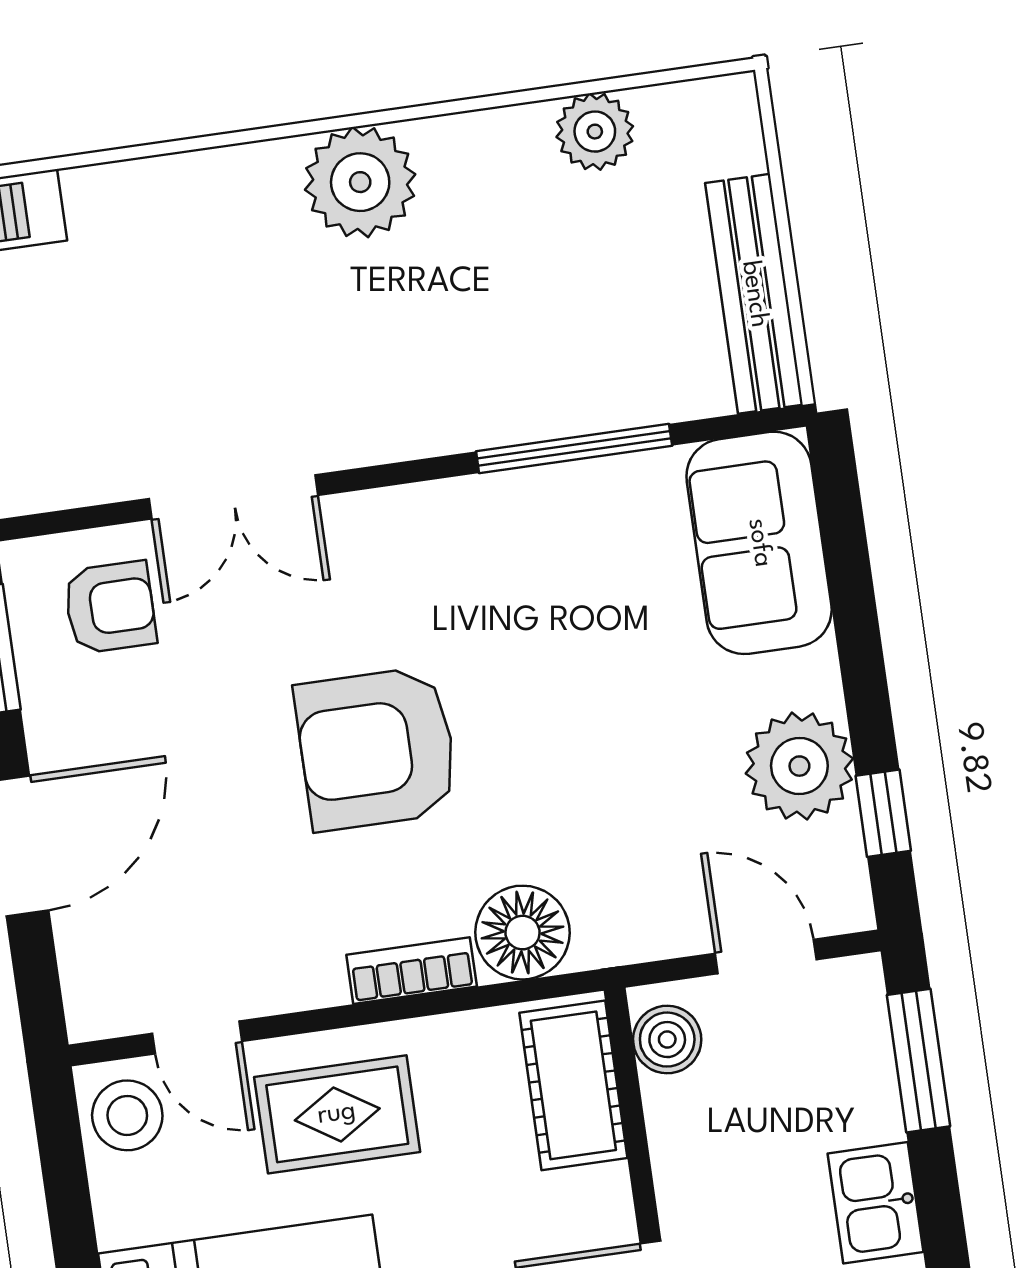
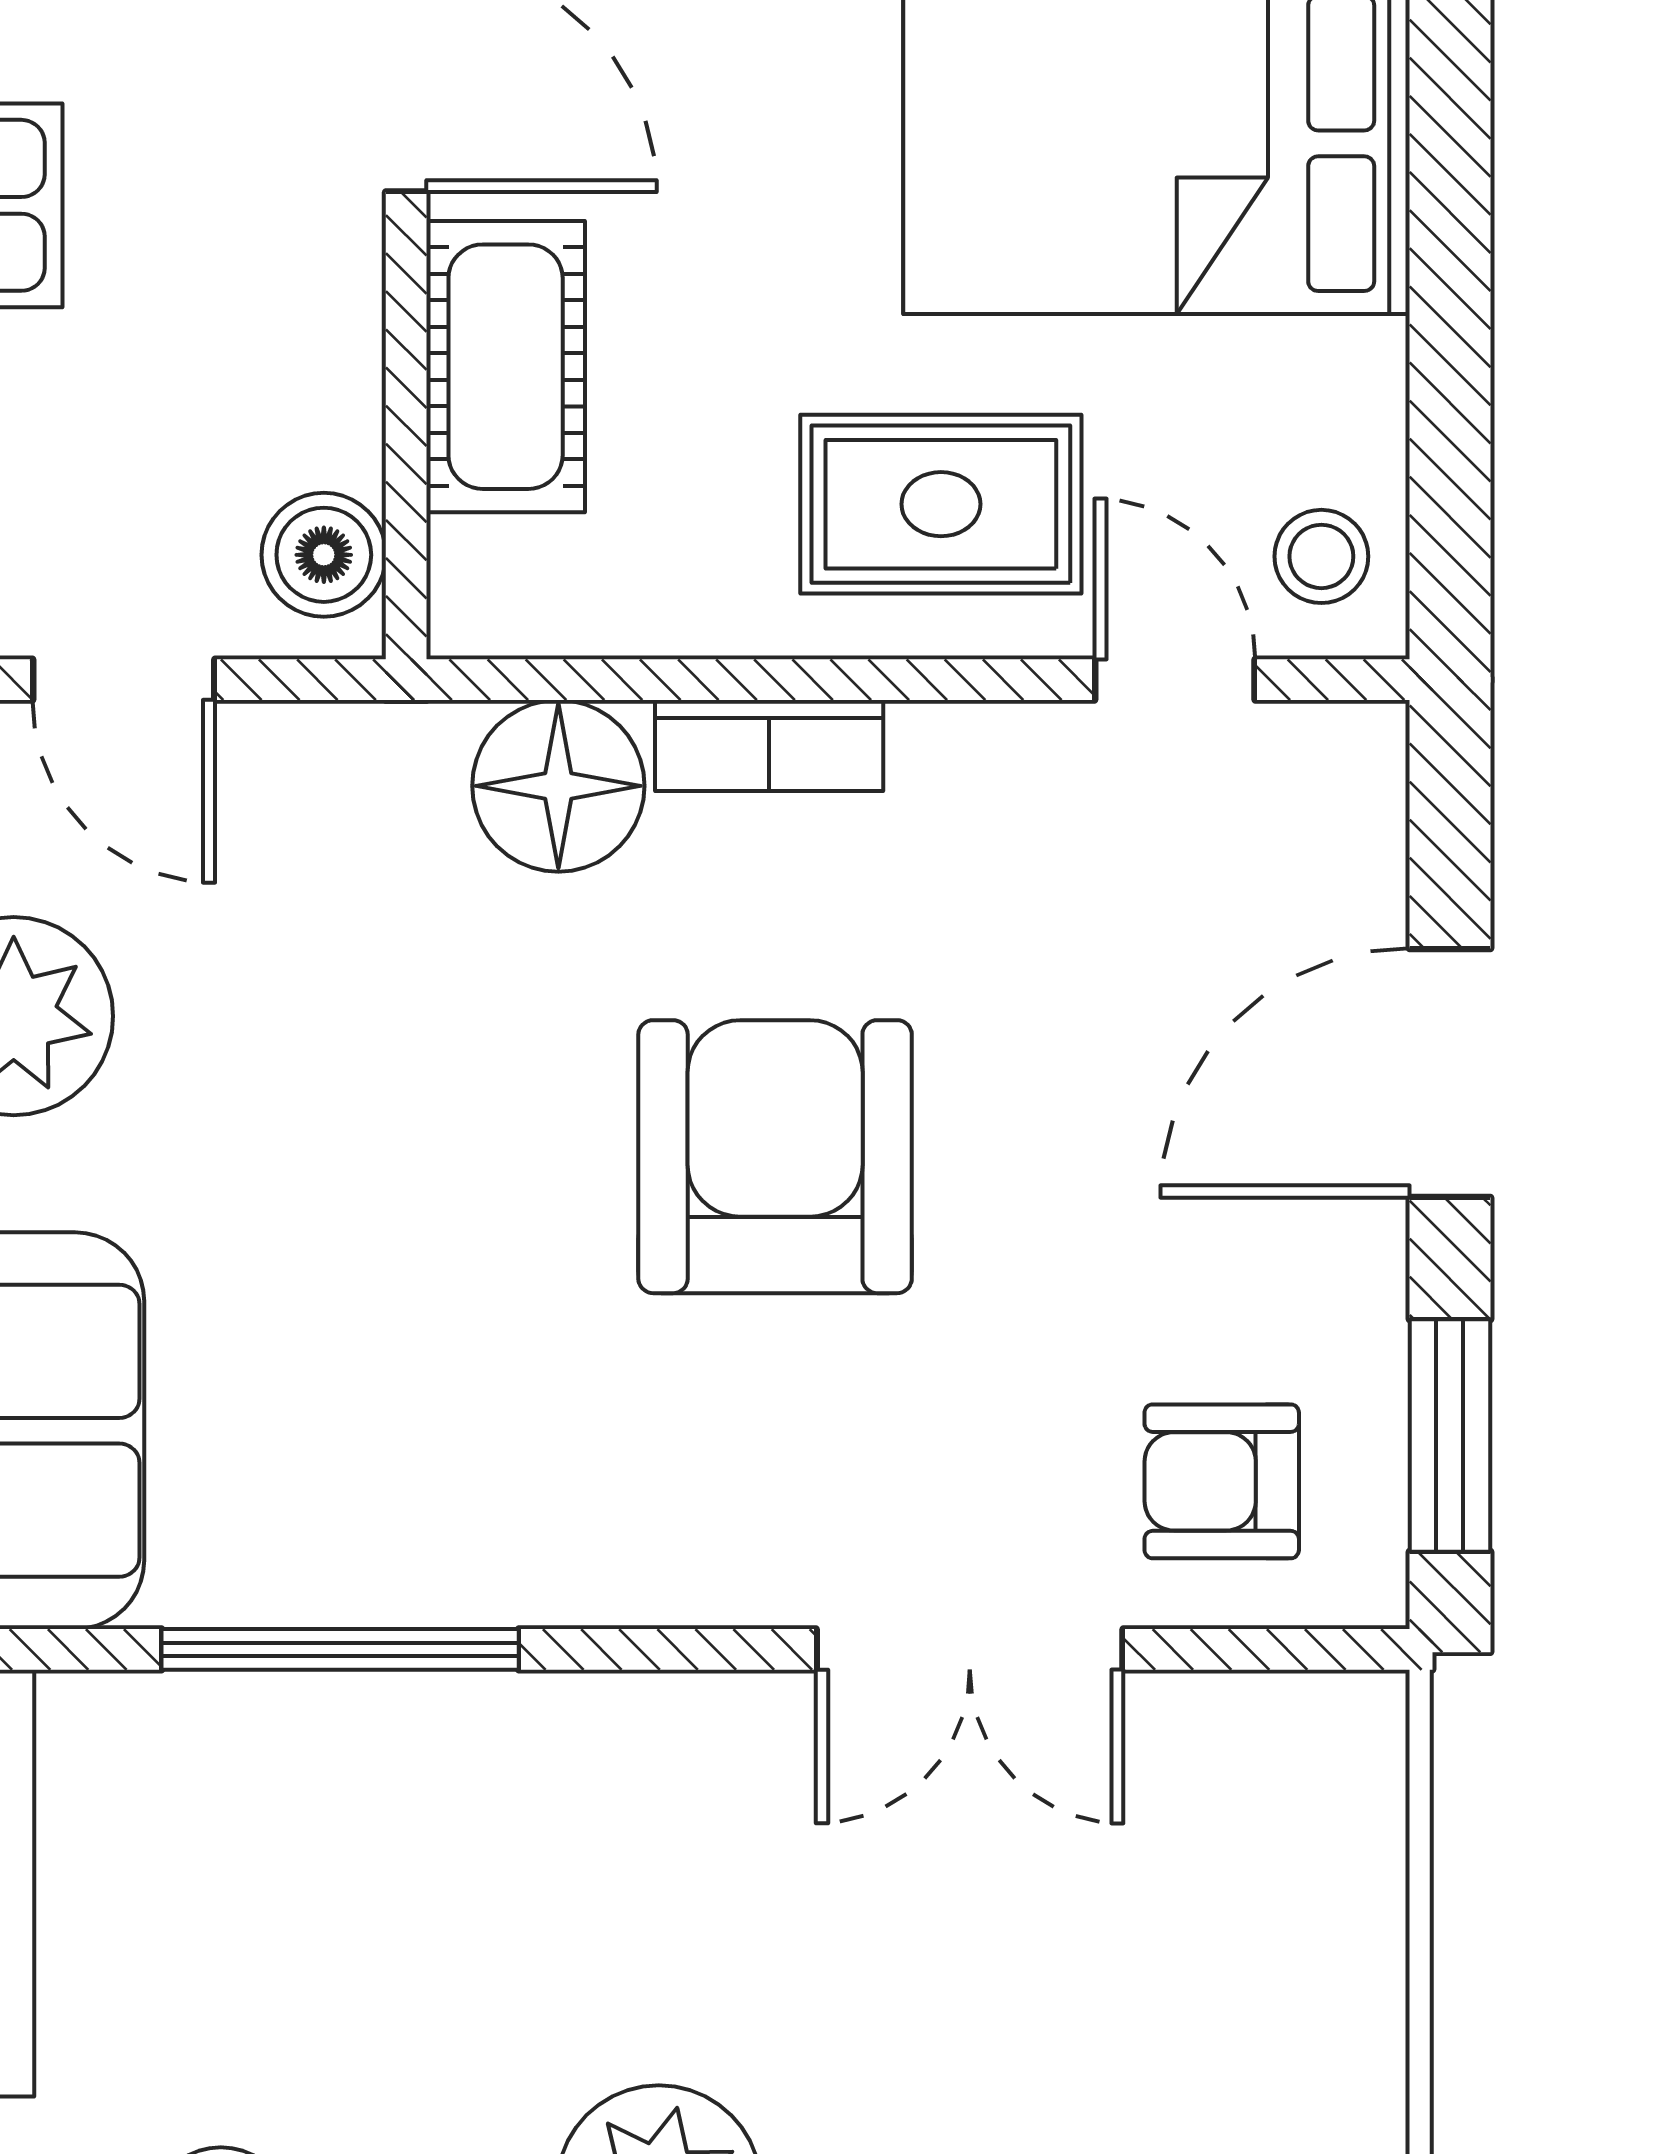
double door: (233, 497) -> (970, 1649), swing flipped
armchair: (377, 749) -> (775, 1157), turned -90
cot: (573, 1085) -> (506, 367), moved
stool: (127, 1115) -> (1321, 556), width x0.73, depth x0.73

